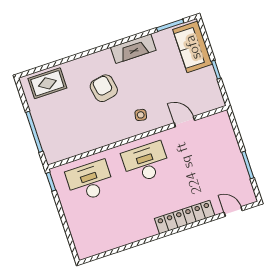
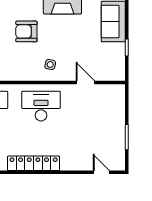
armchair: (104, 88) -> (26, 31), turned -80
locker: (185, 217) -> (34, 163), moved

